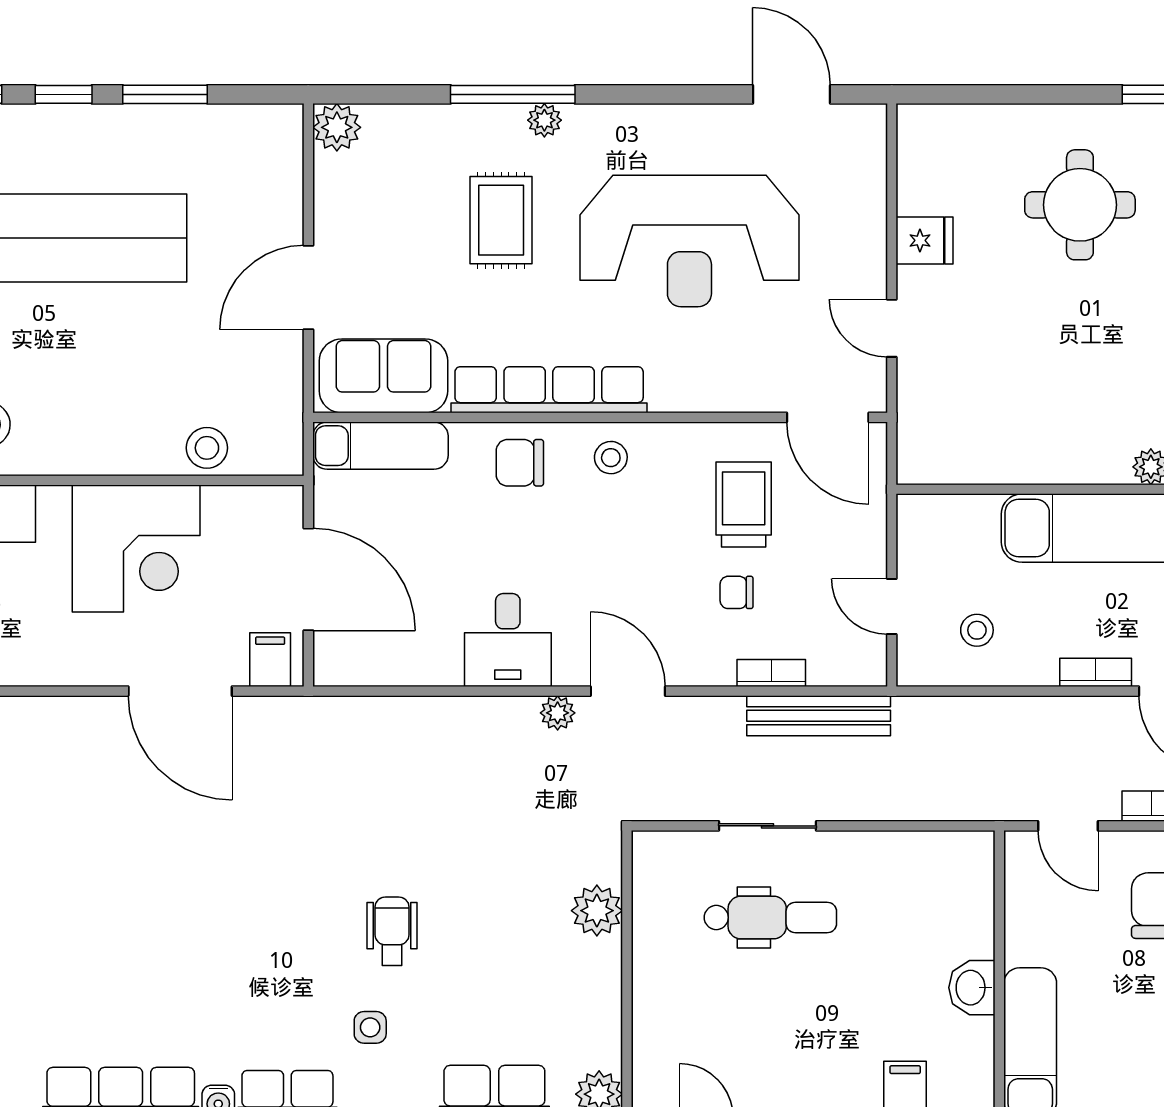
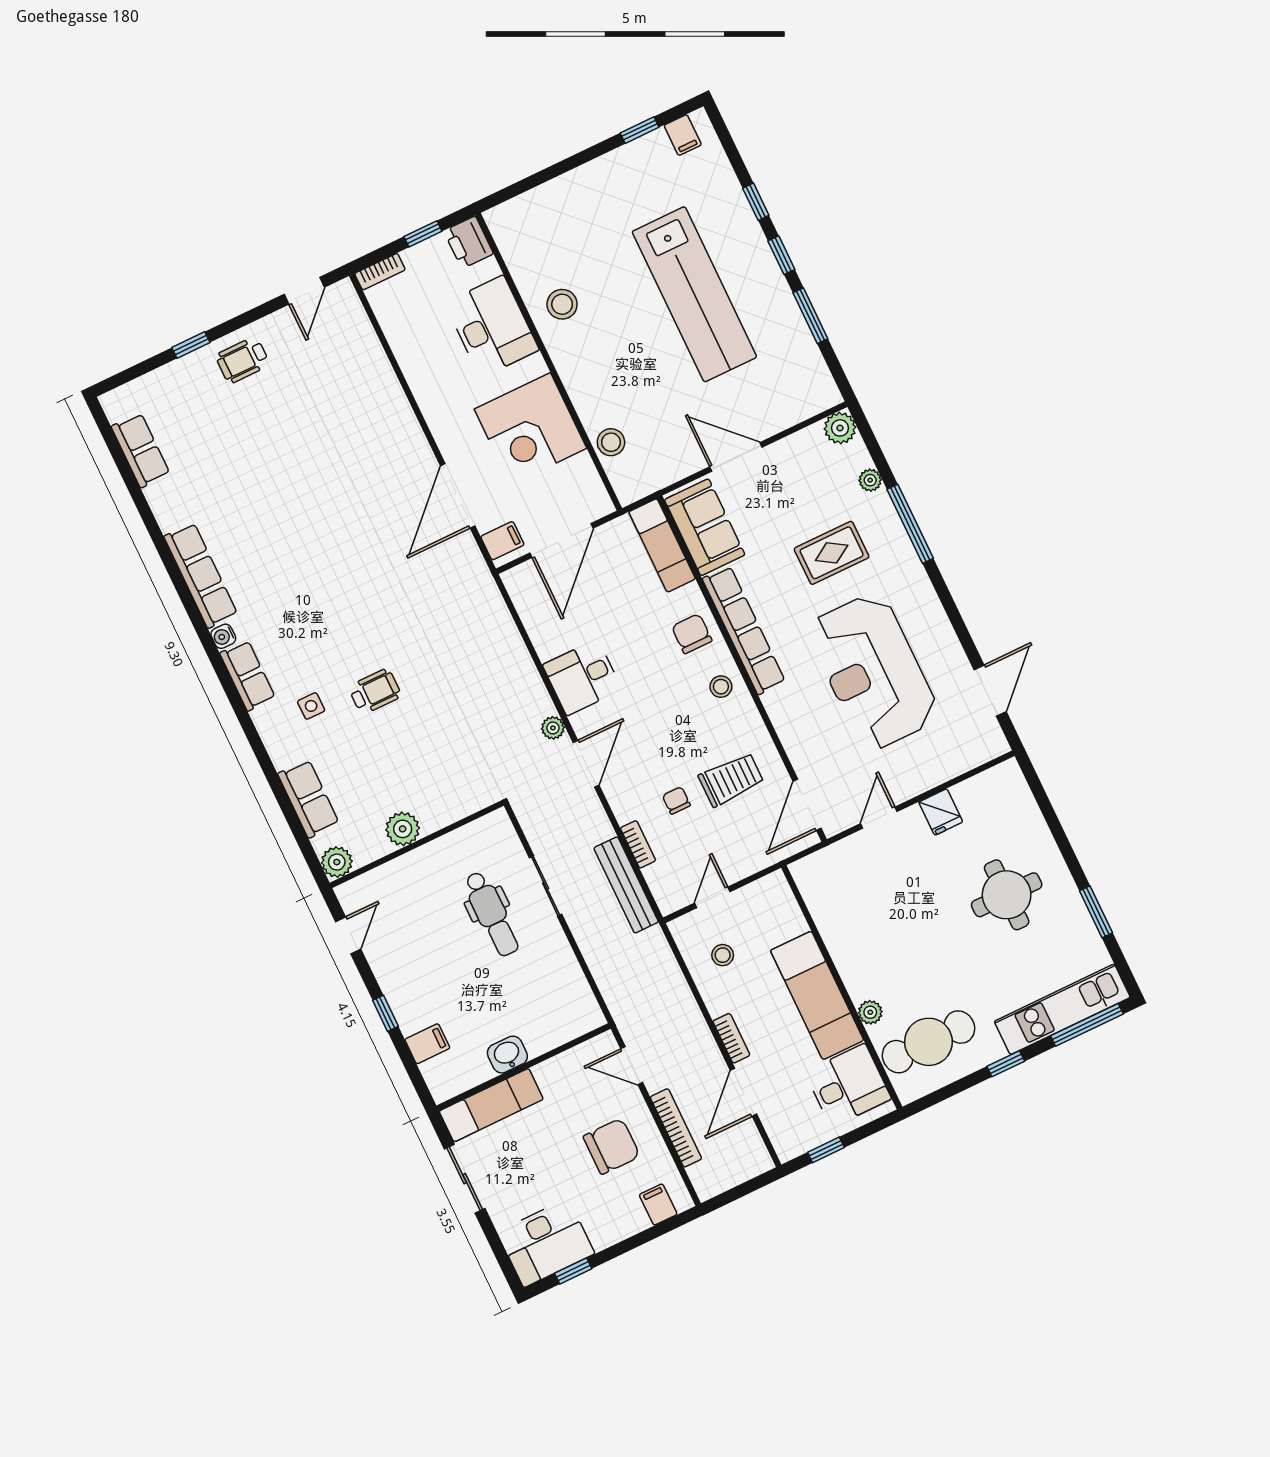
plant: (544, 120) -> (870, 480), moved
door: (1068, 826) -> (632, 1066), hinge flipped
plant: (597, 911) -> (403, 829), moved

